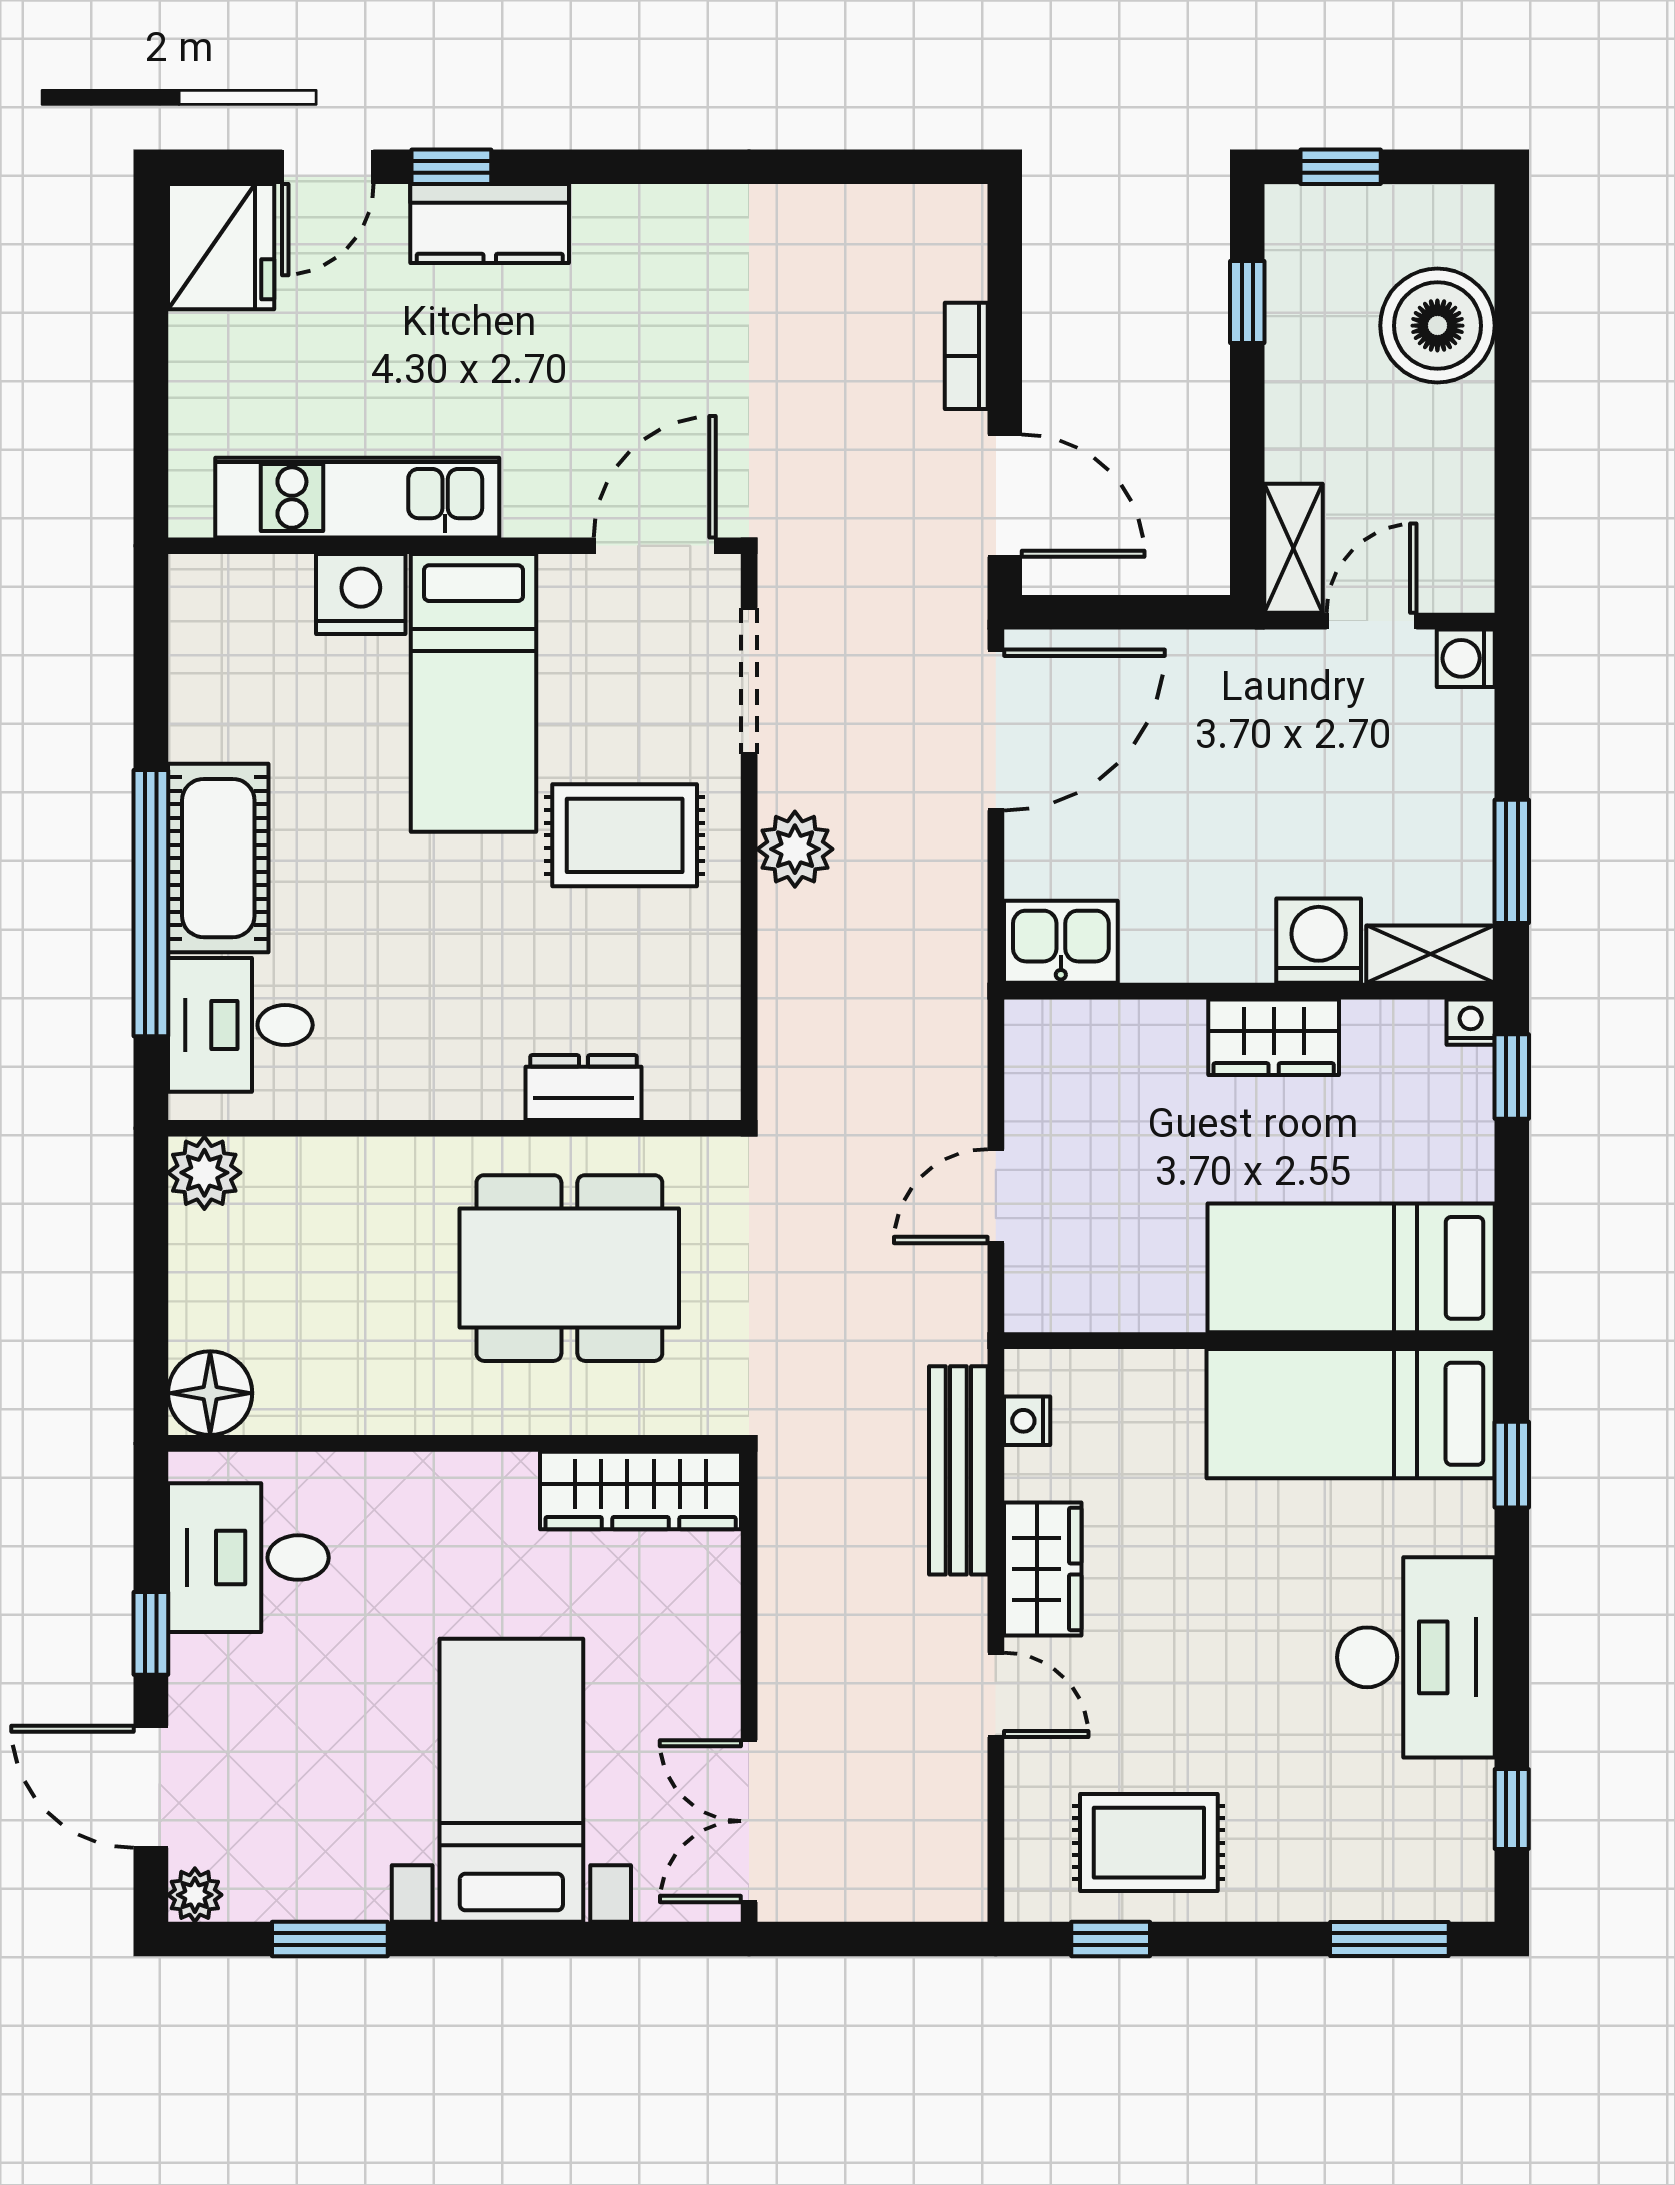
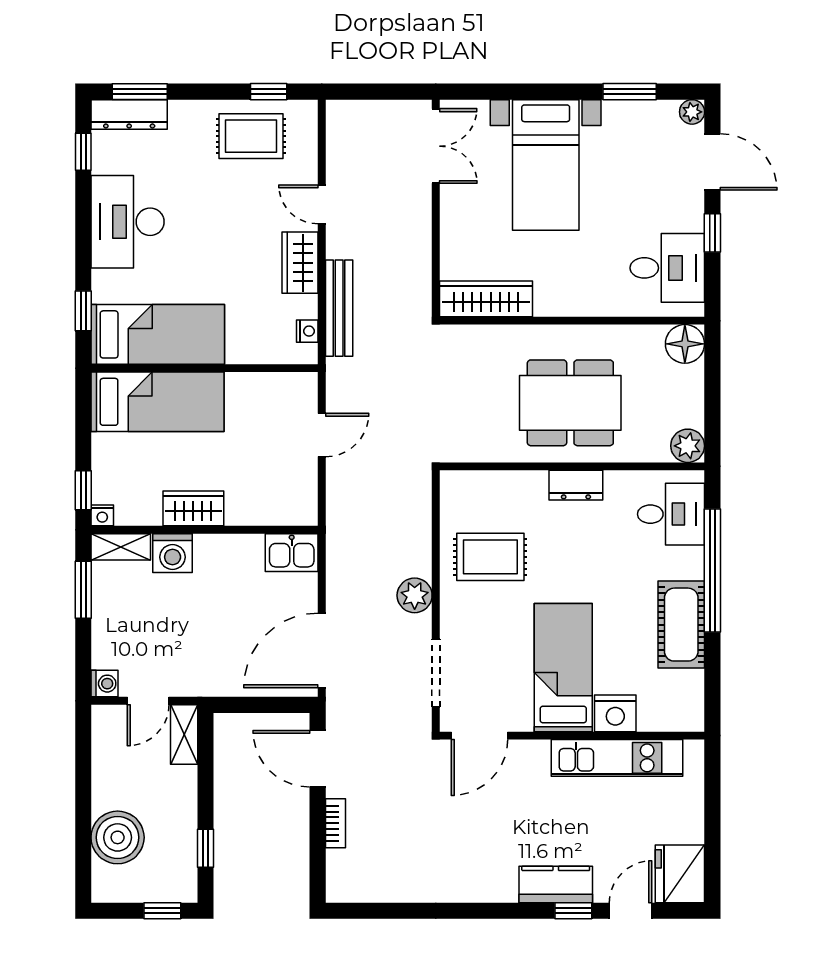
rug: (625, 835) -> (490, 557), moved
cot: (218, 858) -> (681, 625), moved
dresser: (584, 1088) -> (576, 485), moved
dining table: (569, 1268) -> (570, 403), moved
dresser: (1412, 1890) -> (129, 114), added

